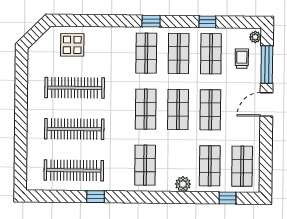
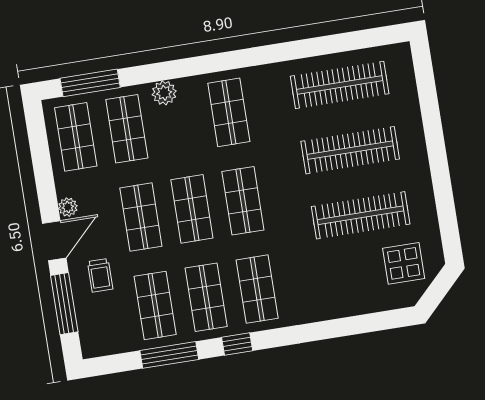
window: (151, 21) -> (237, 344), moved
window: (207, 22) -> (169, 355), width x2.17
plant: (255, 37) -> (68, 207), moved
display table: (72, 45) -> (404, 263), moved
trolley: (242, 59) -> (100, 275), moved
window: (96, 197) -> (298, 50), removed
window: (228, 198) -> (90, 83), width x2.17

